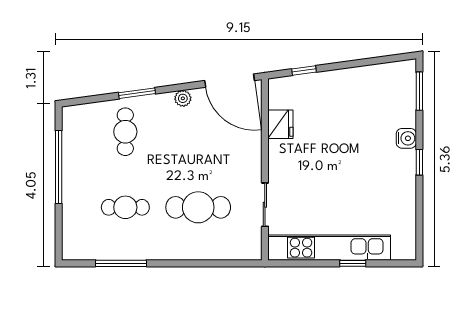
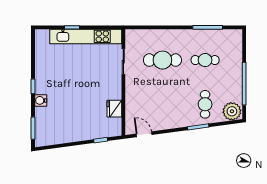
door: (230, 81) -> (144, 134), width x0.53
plant: (183, 98) -> (232, 111), moved, width x1.87, depth x1.87

